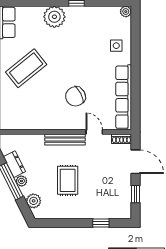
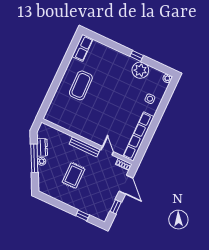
plant: (54, 17) -> (140, 70), moved
coffee table: (26, 68) -> (81, 85), turned -52
chair: (75, 96) -> (106, 120), removed
plant: (34, 201) -> (44, 179), removed

